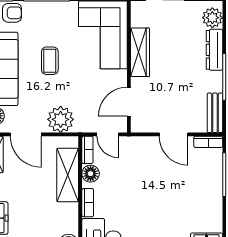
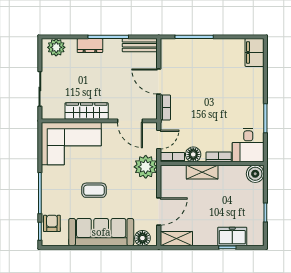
dresser: (214, 50) -> (90, 46), width x0.70
plant: (61, 119) -> (146, 167), moved
door: (174, 134) -> (159, 82), swing flipped
bookcase: (208, 142) -> (165, 107), moved
shelving: (68, 175) -> (202, 172), width x0.67, depth x0.75

